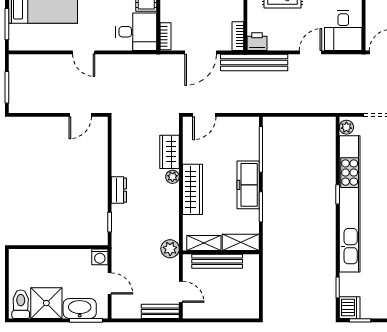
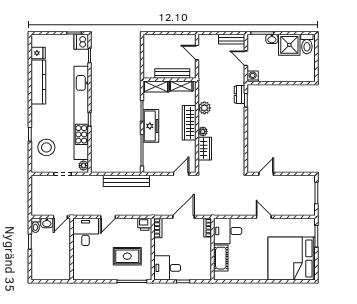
bench: (254, 62) -> (126, 181), moved
dresser: (119, 190) -> (240, 95), moved
plant: (170, 249) -> (204, 108), moved
washbasin: (80, 308) -> (272, 39), width x0.52, depth x0.69
bench: (160, 311) -> (232, 39), moved

